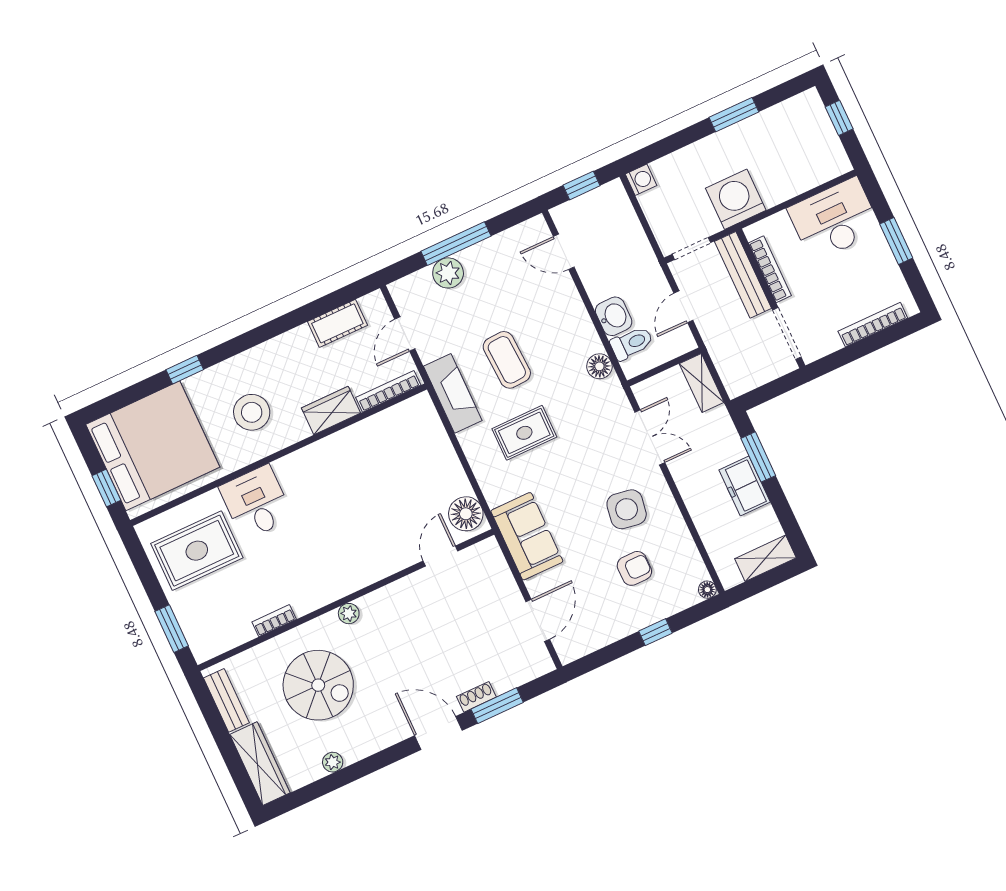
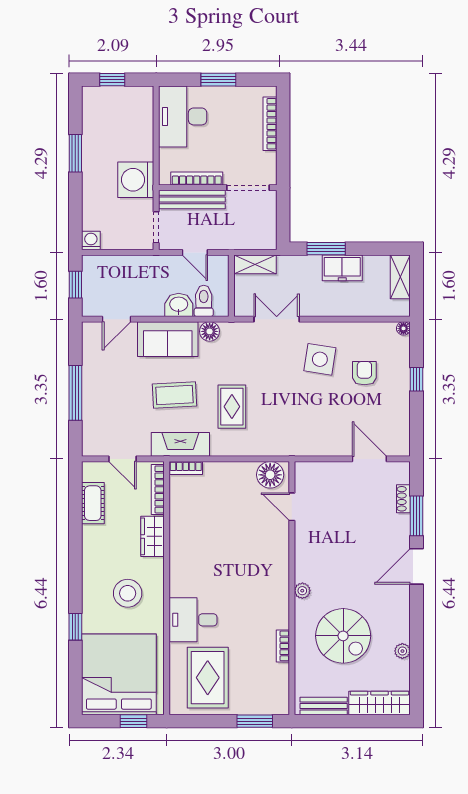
plant: (448, 273) -> (93, 408), removed
bookcase: (428, 412) -> (186, 468), added
sofa: (527, 536) -> (168, 339), moved, turned 180
spiral stairs: (318, 685) -> (343, 636), turned 90
shoe rack: (476, 697) -> (403, 499), moved

